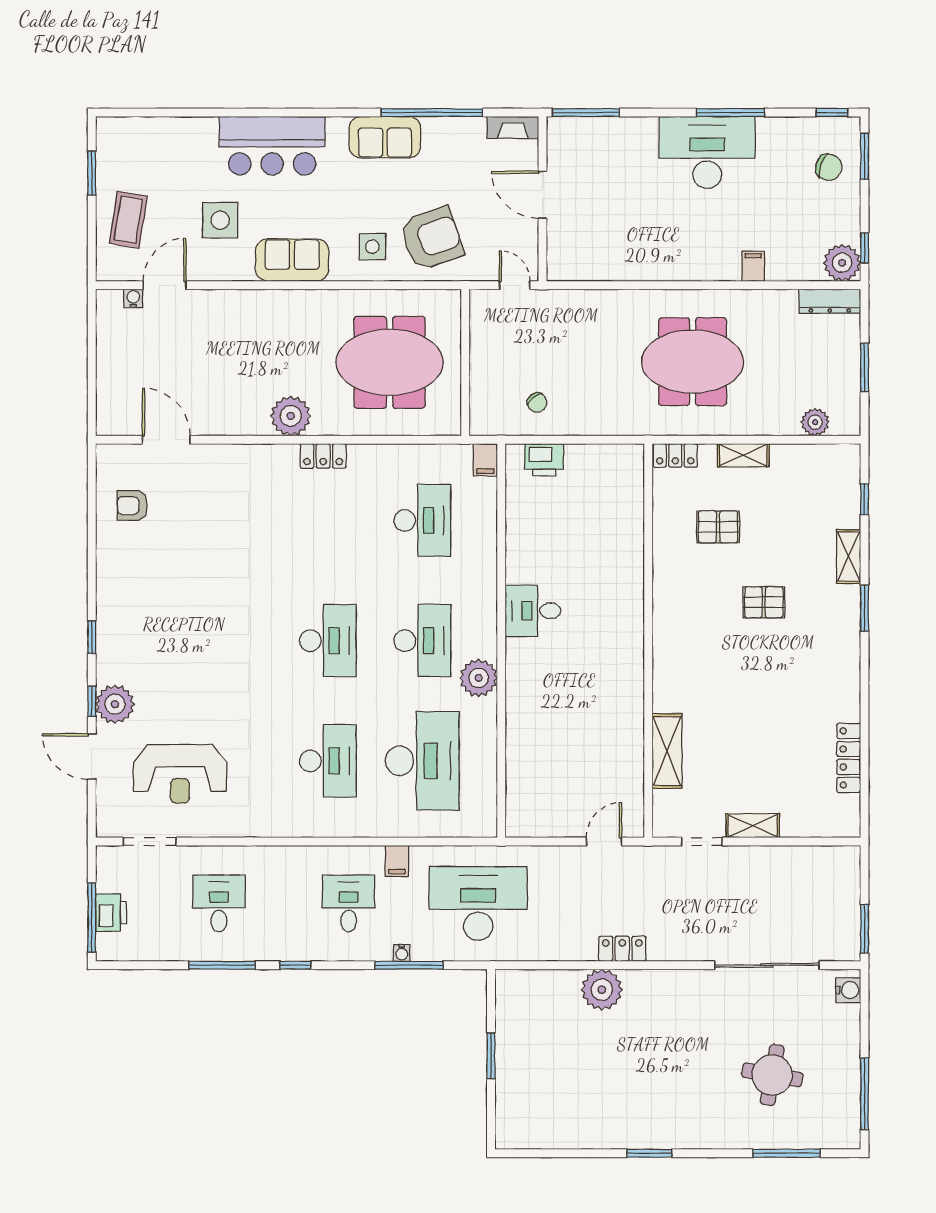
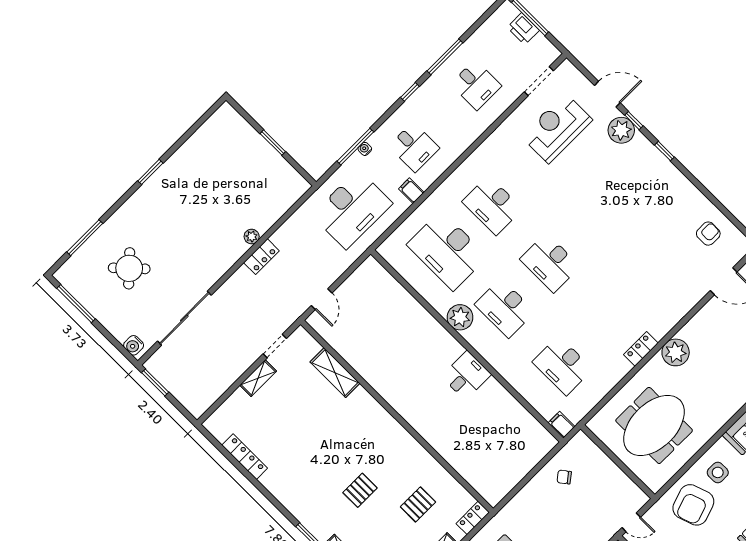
printer: (544, 460) -> (533, 453), removed
plant: (602, 990) -> (252, 237), width x0.53, depth x0.53
round table: (772, 1075) -> (129, 268), turned 37

